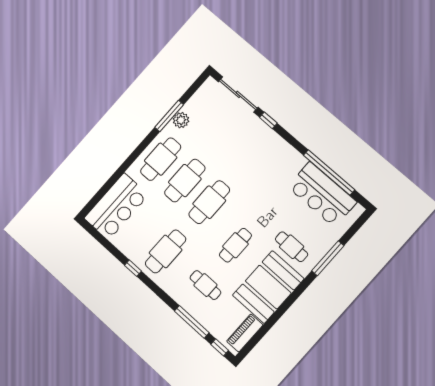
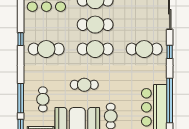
window: (268, 120) -> (170, 52), moved
cafe table: (253, 153) -> (144, 49), added
cafe table: (205, 285) -> (43, 99), moved

